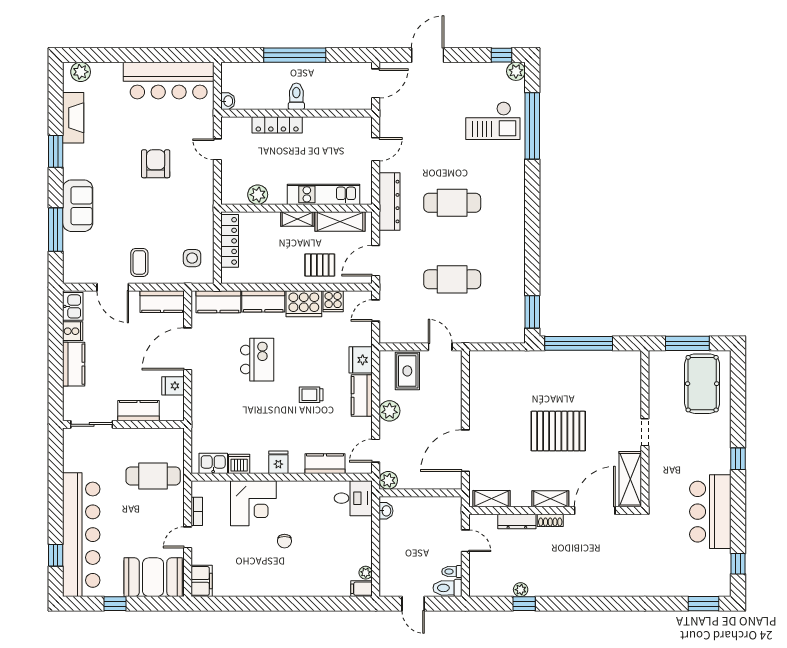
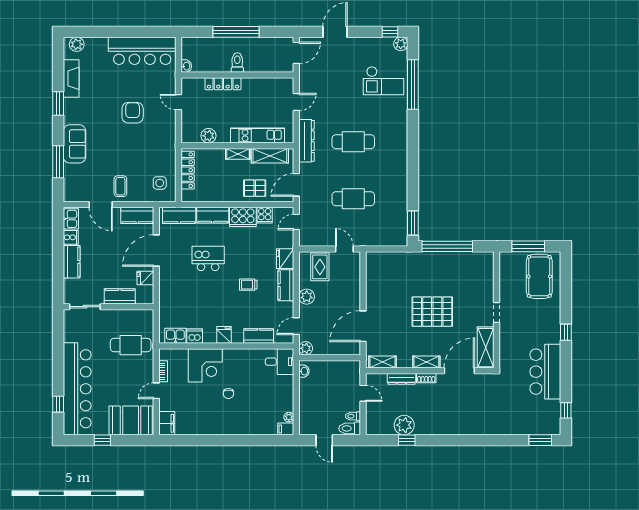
kitchen island: (257, 360) -> (208, 258), turned -90
plant: (521, 590) -> (404, 425), width x1.88, depth x1.88

